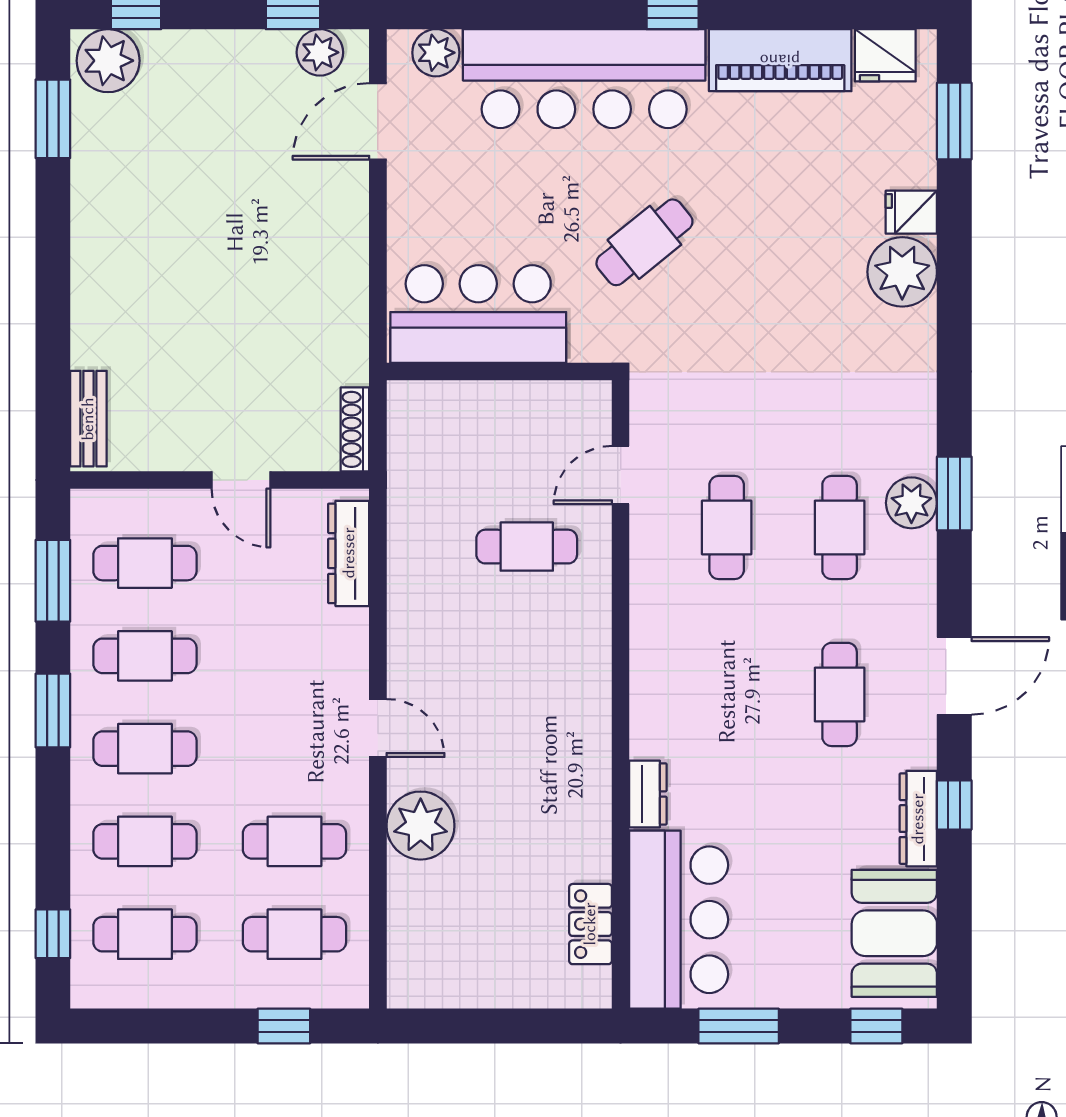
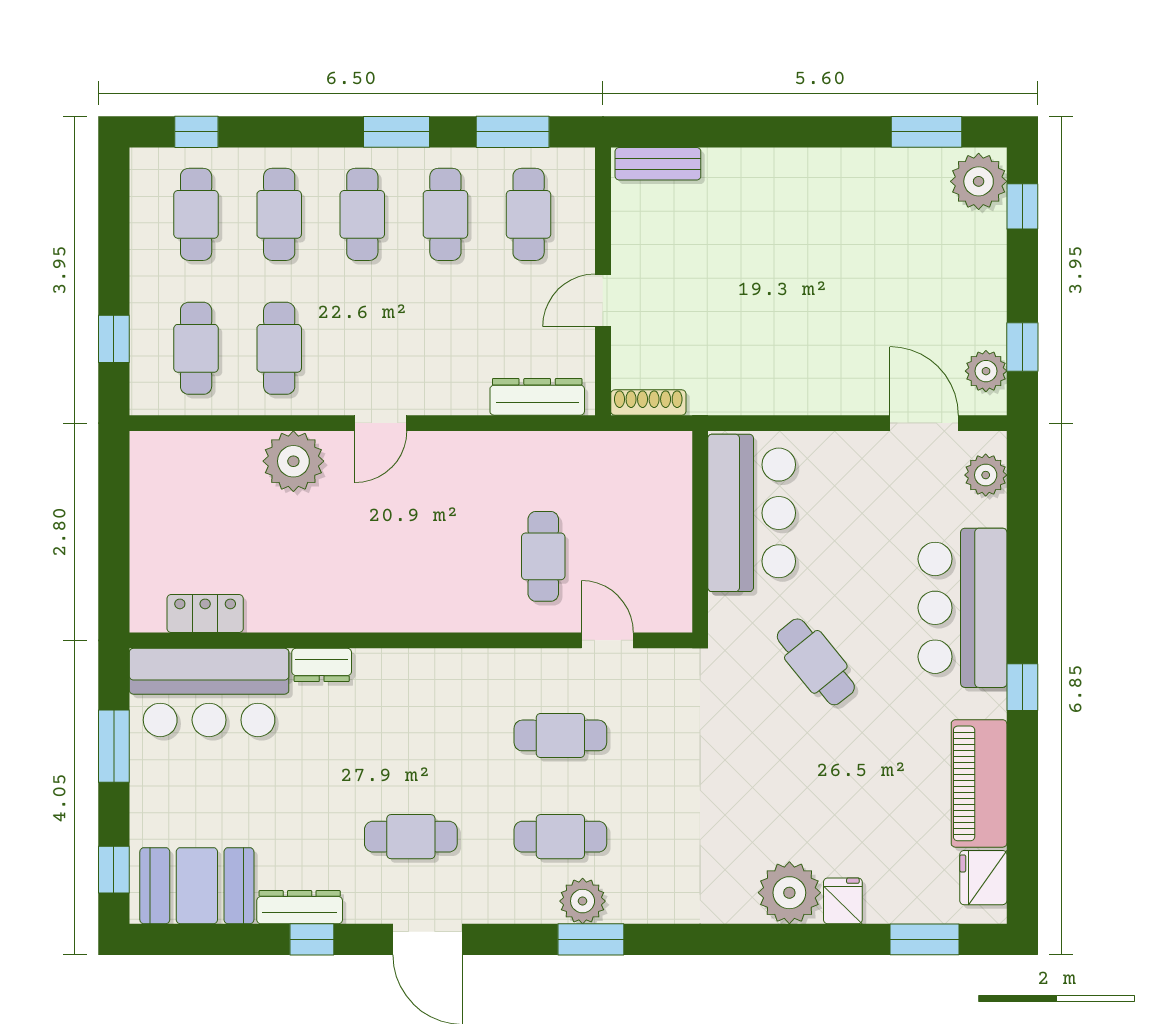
bar counter: (584, 79) -> (963, 608), width x0.73

